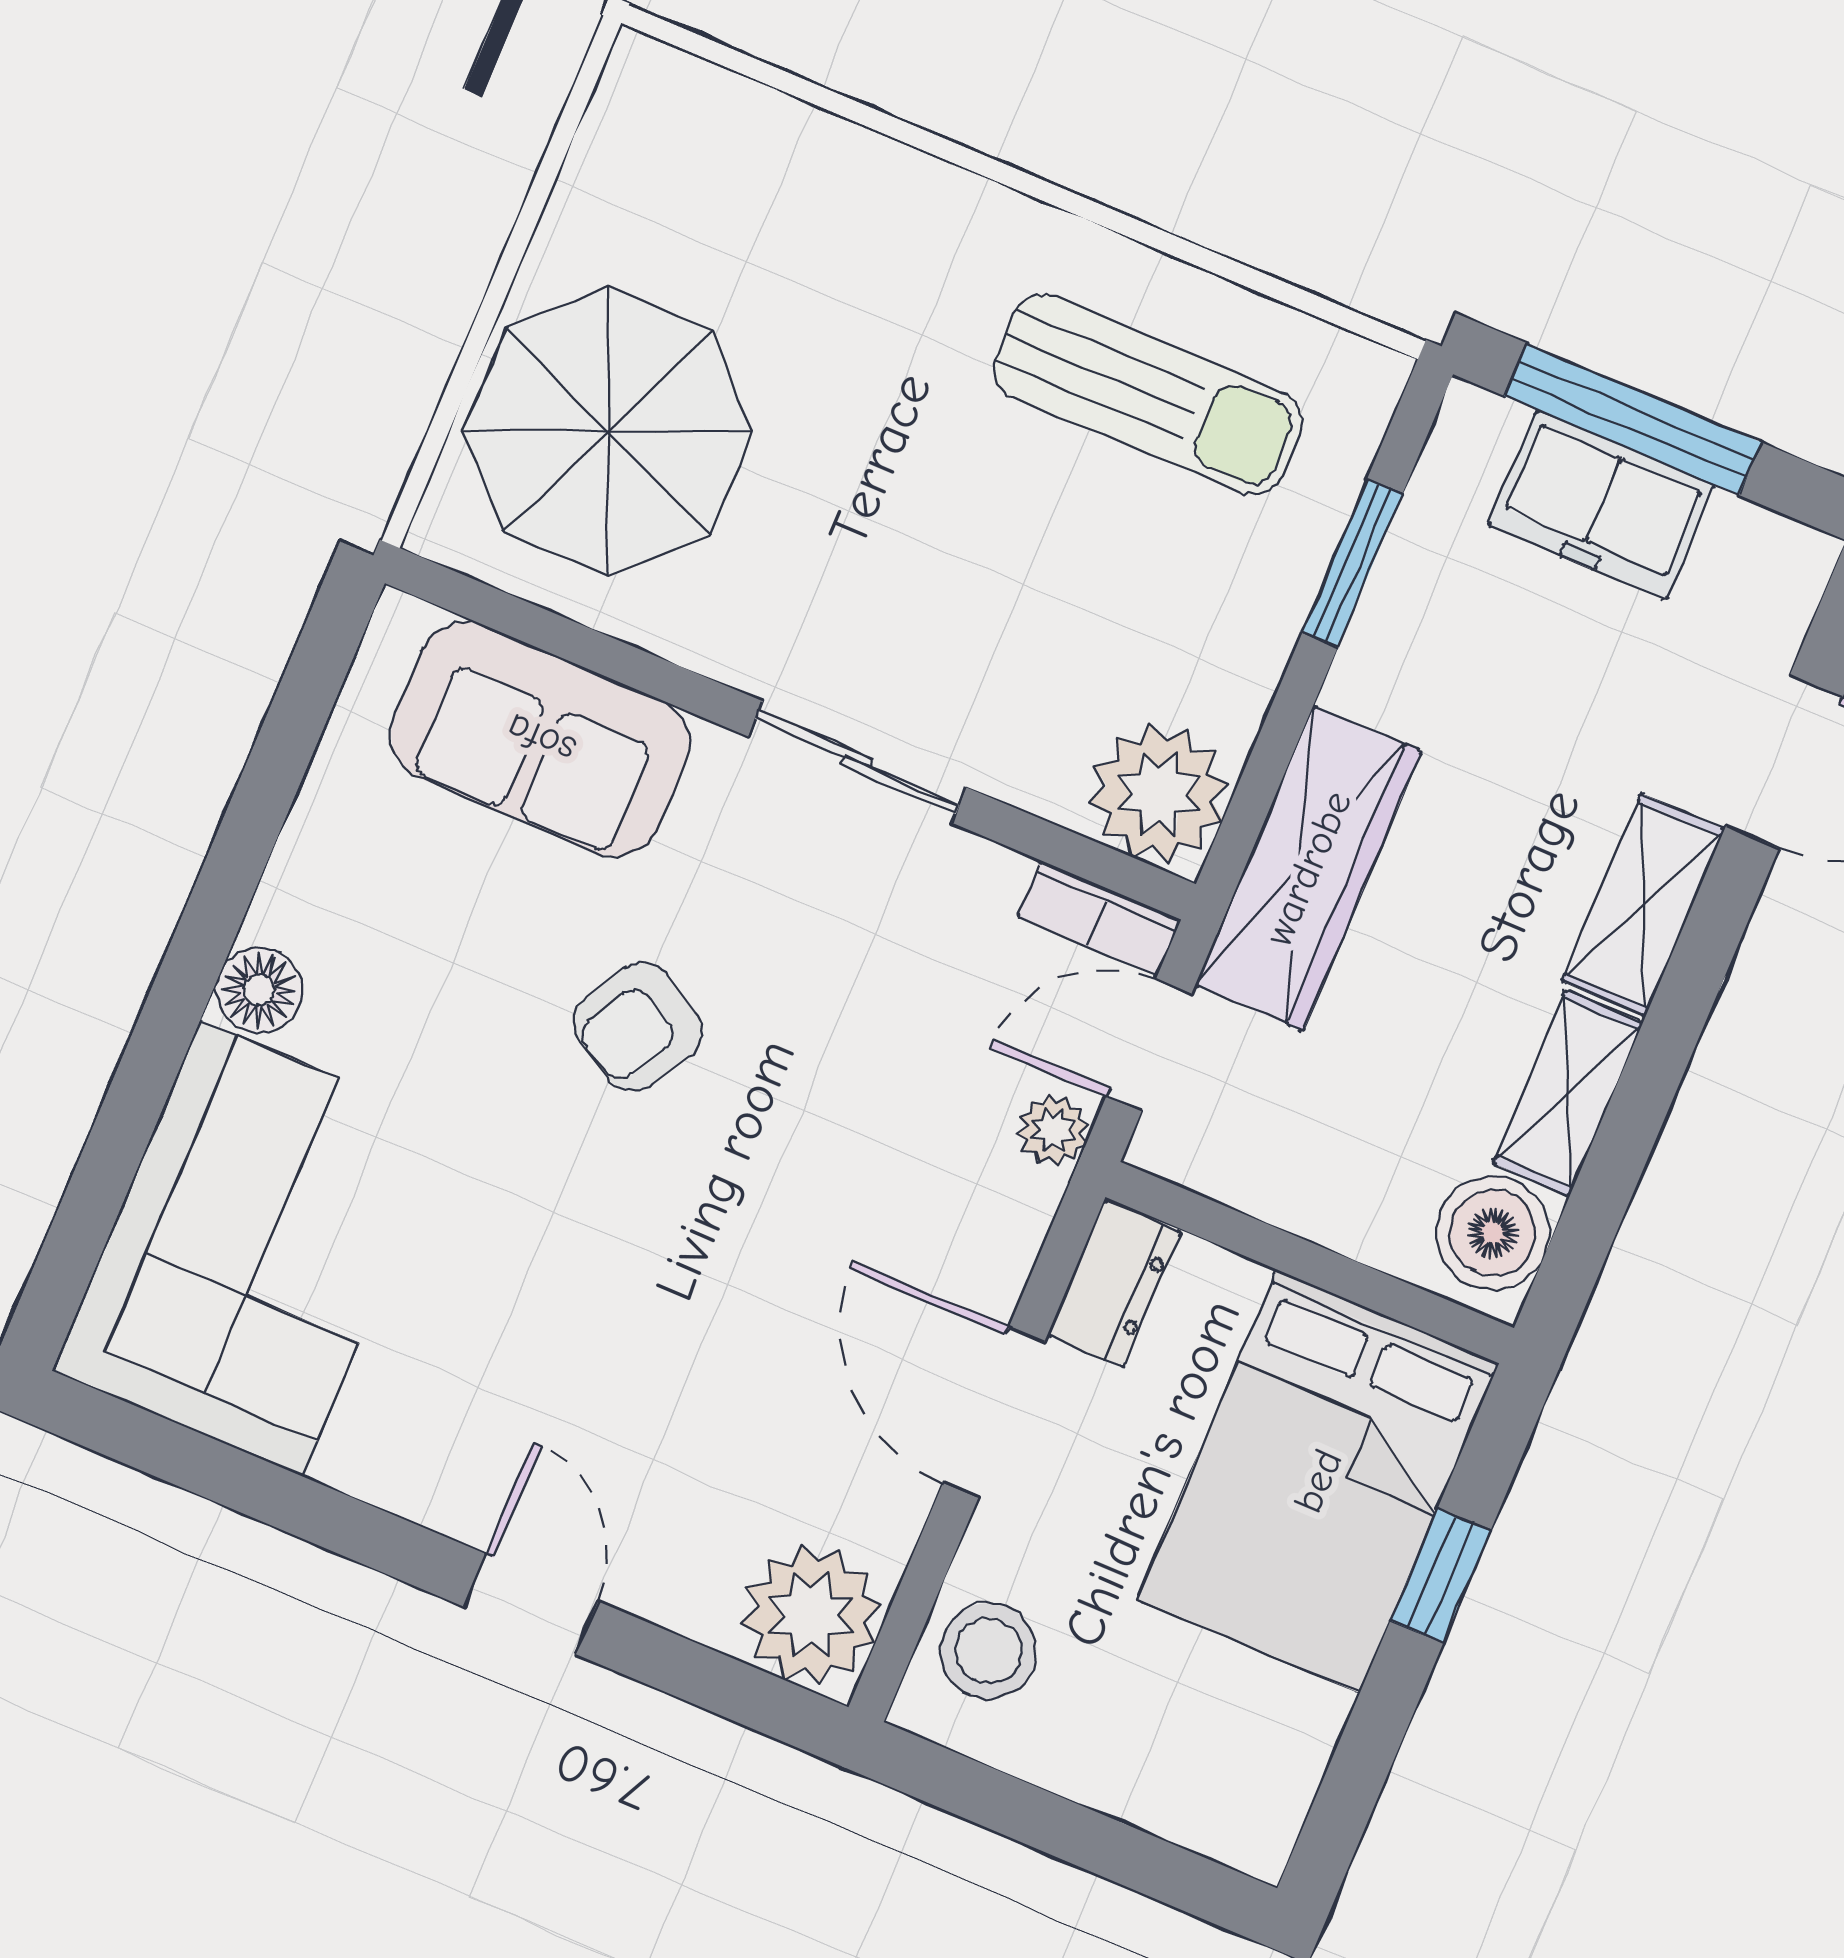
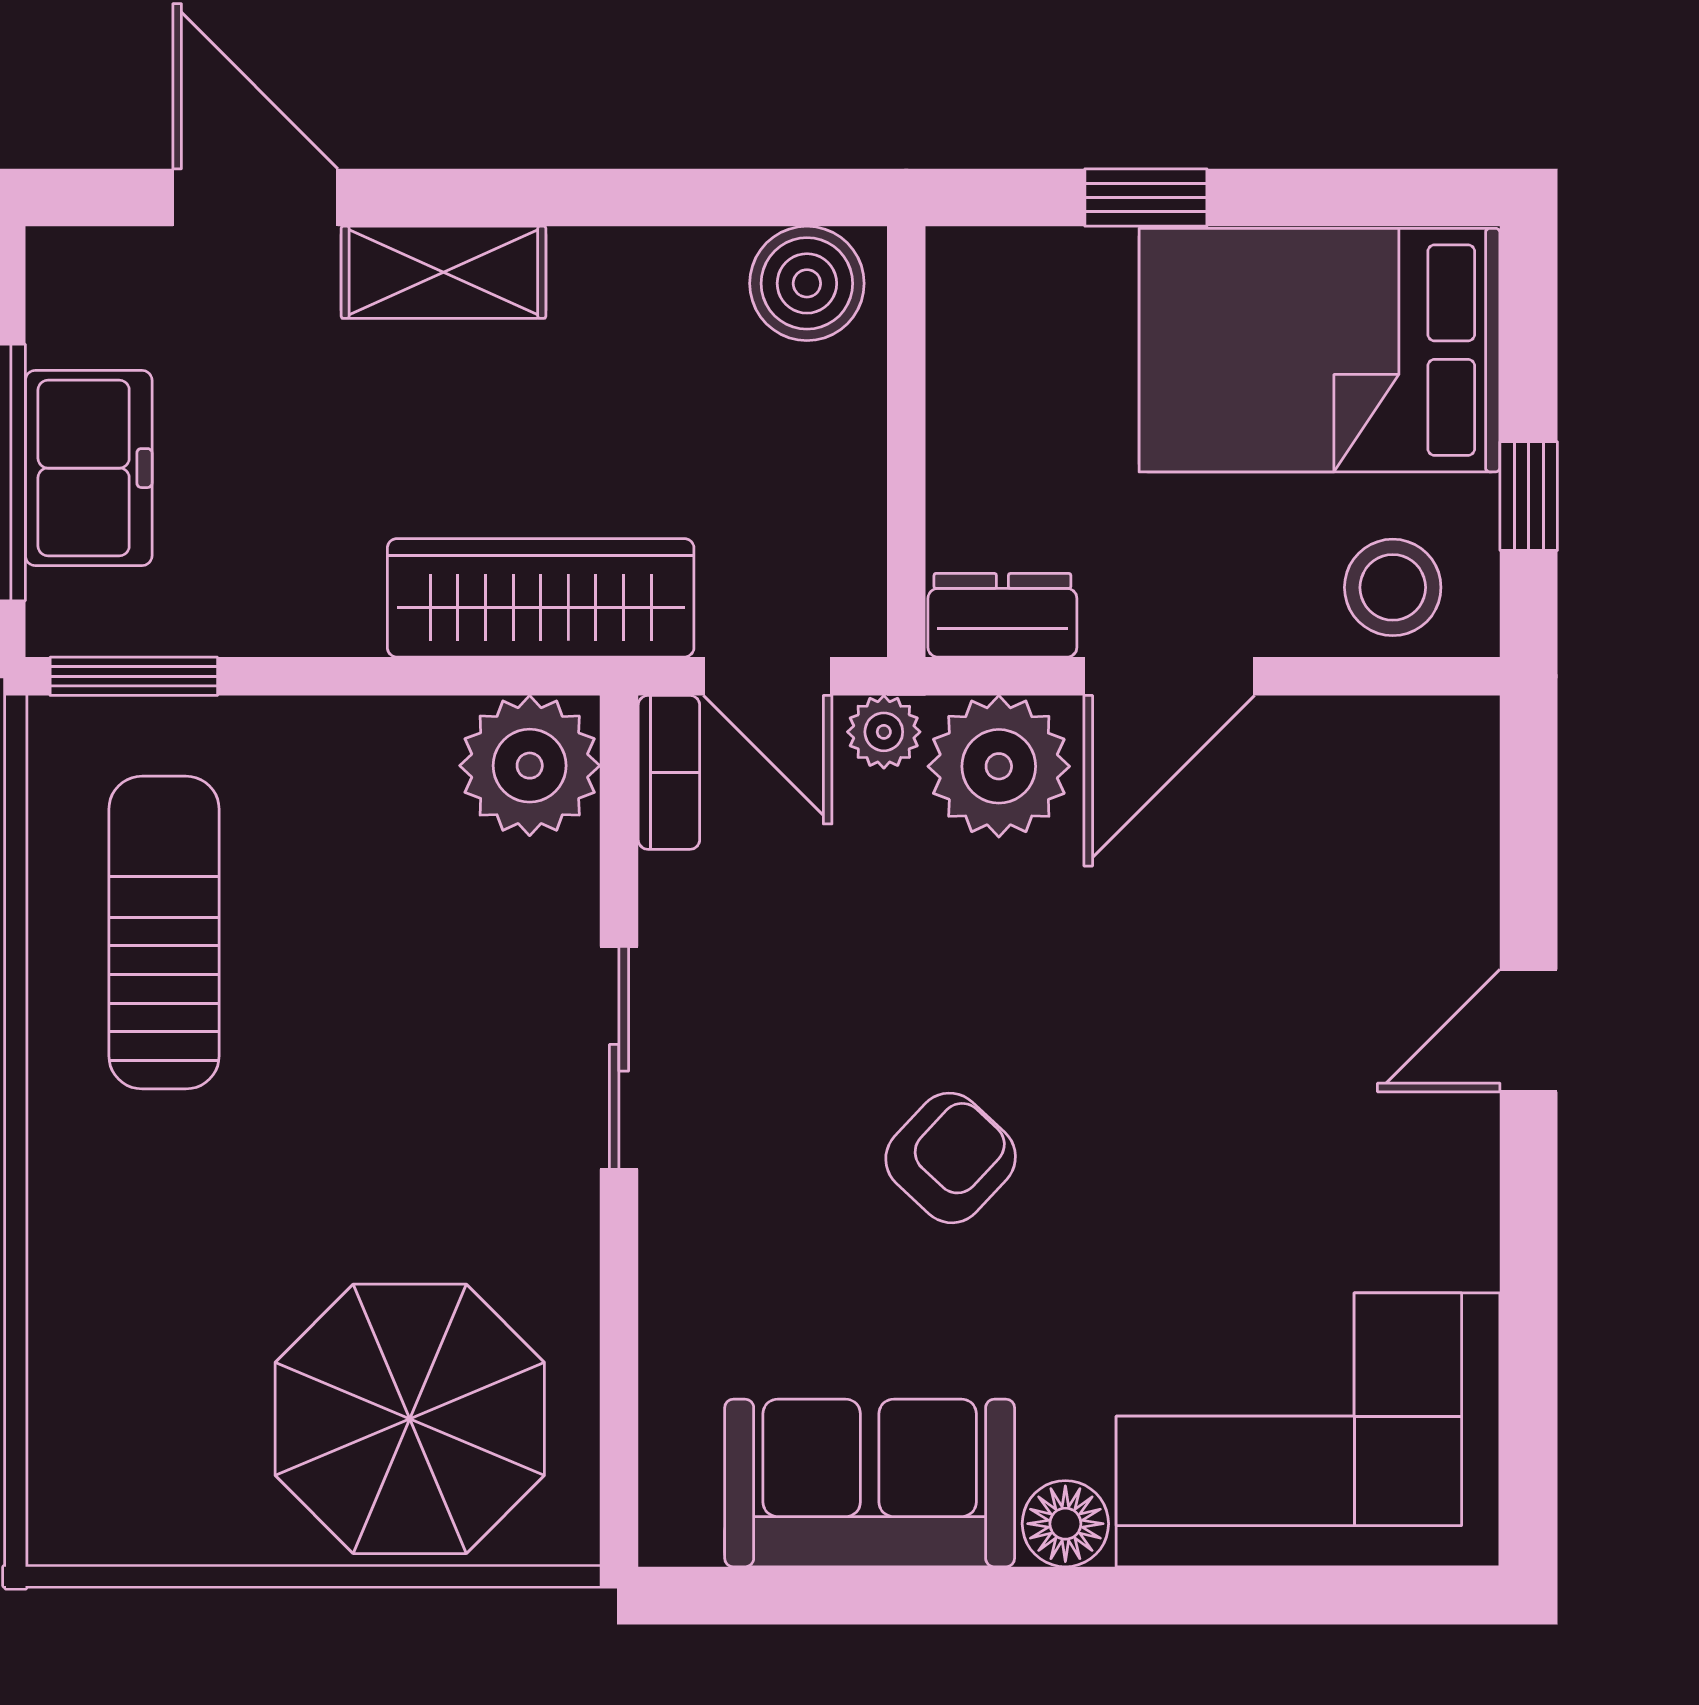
window: (1352, 563) -> (134, 676), moved
sofa: (541, 739) -> (870, 1483), moved, turned -90
armchair: (638, 1027) -> (951, 1158), turned -77
shelving: (1568, 1093) -> (648, 269), removed
bed: (1318, 1481) -> (1319, 350), moved, turned 180
plant: (811, 1615) -> (999, 766), moved
window: (1020, 1811) -> (1529, 496), added

